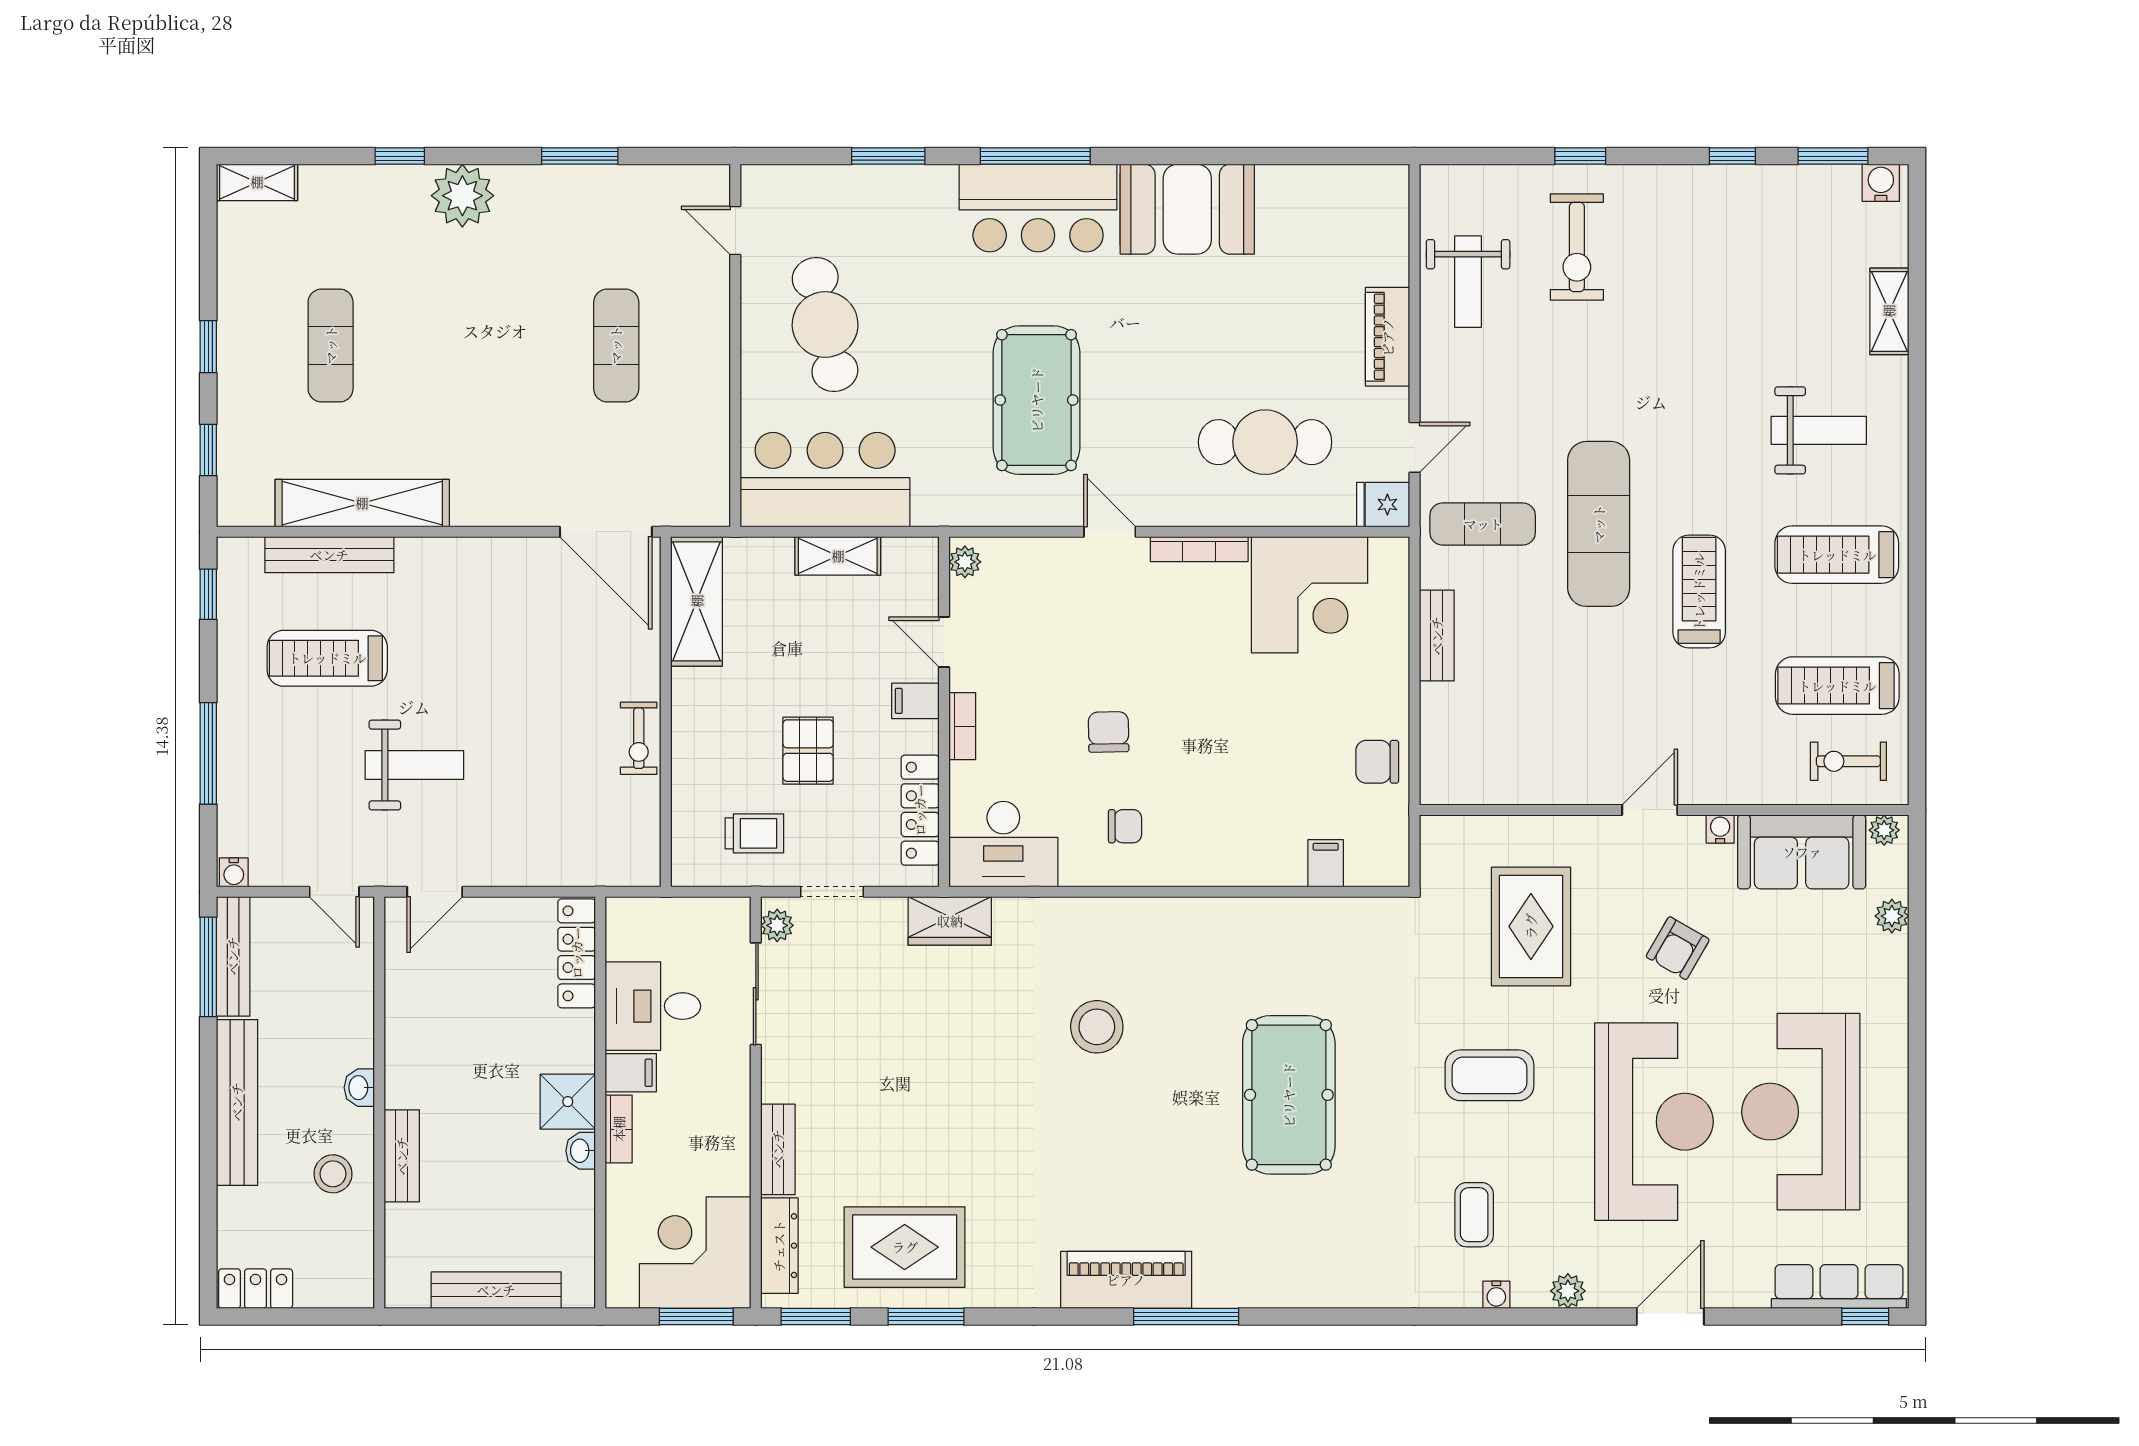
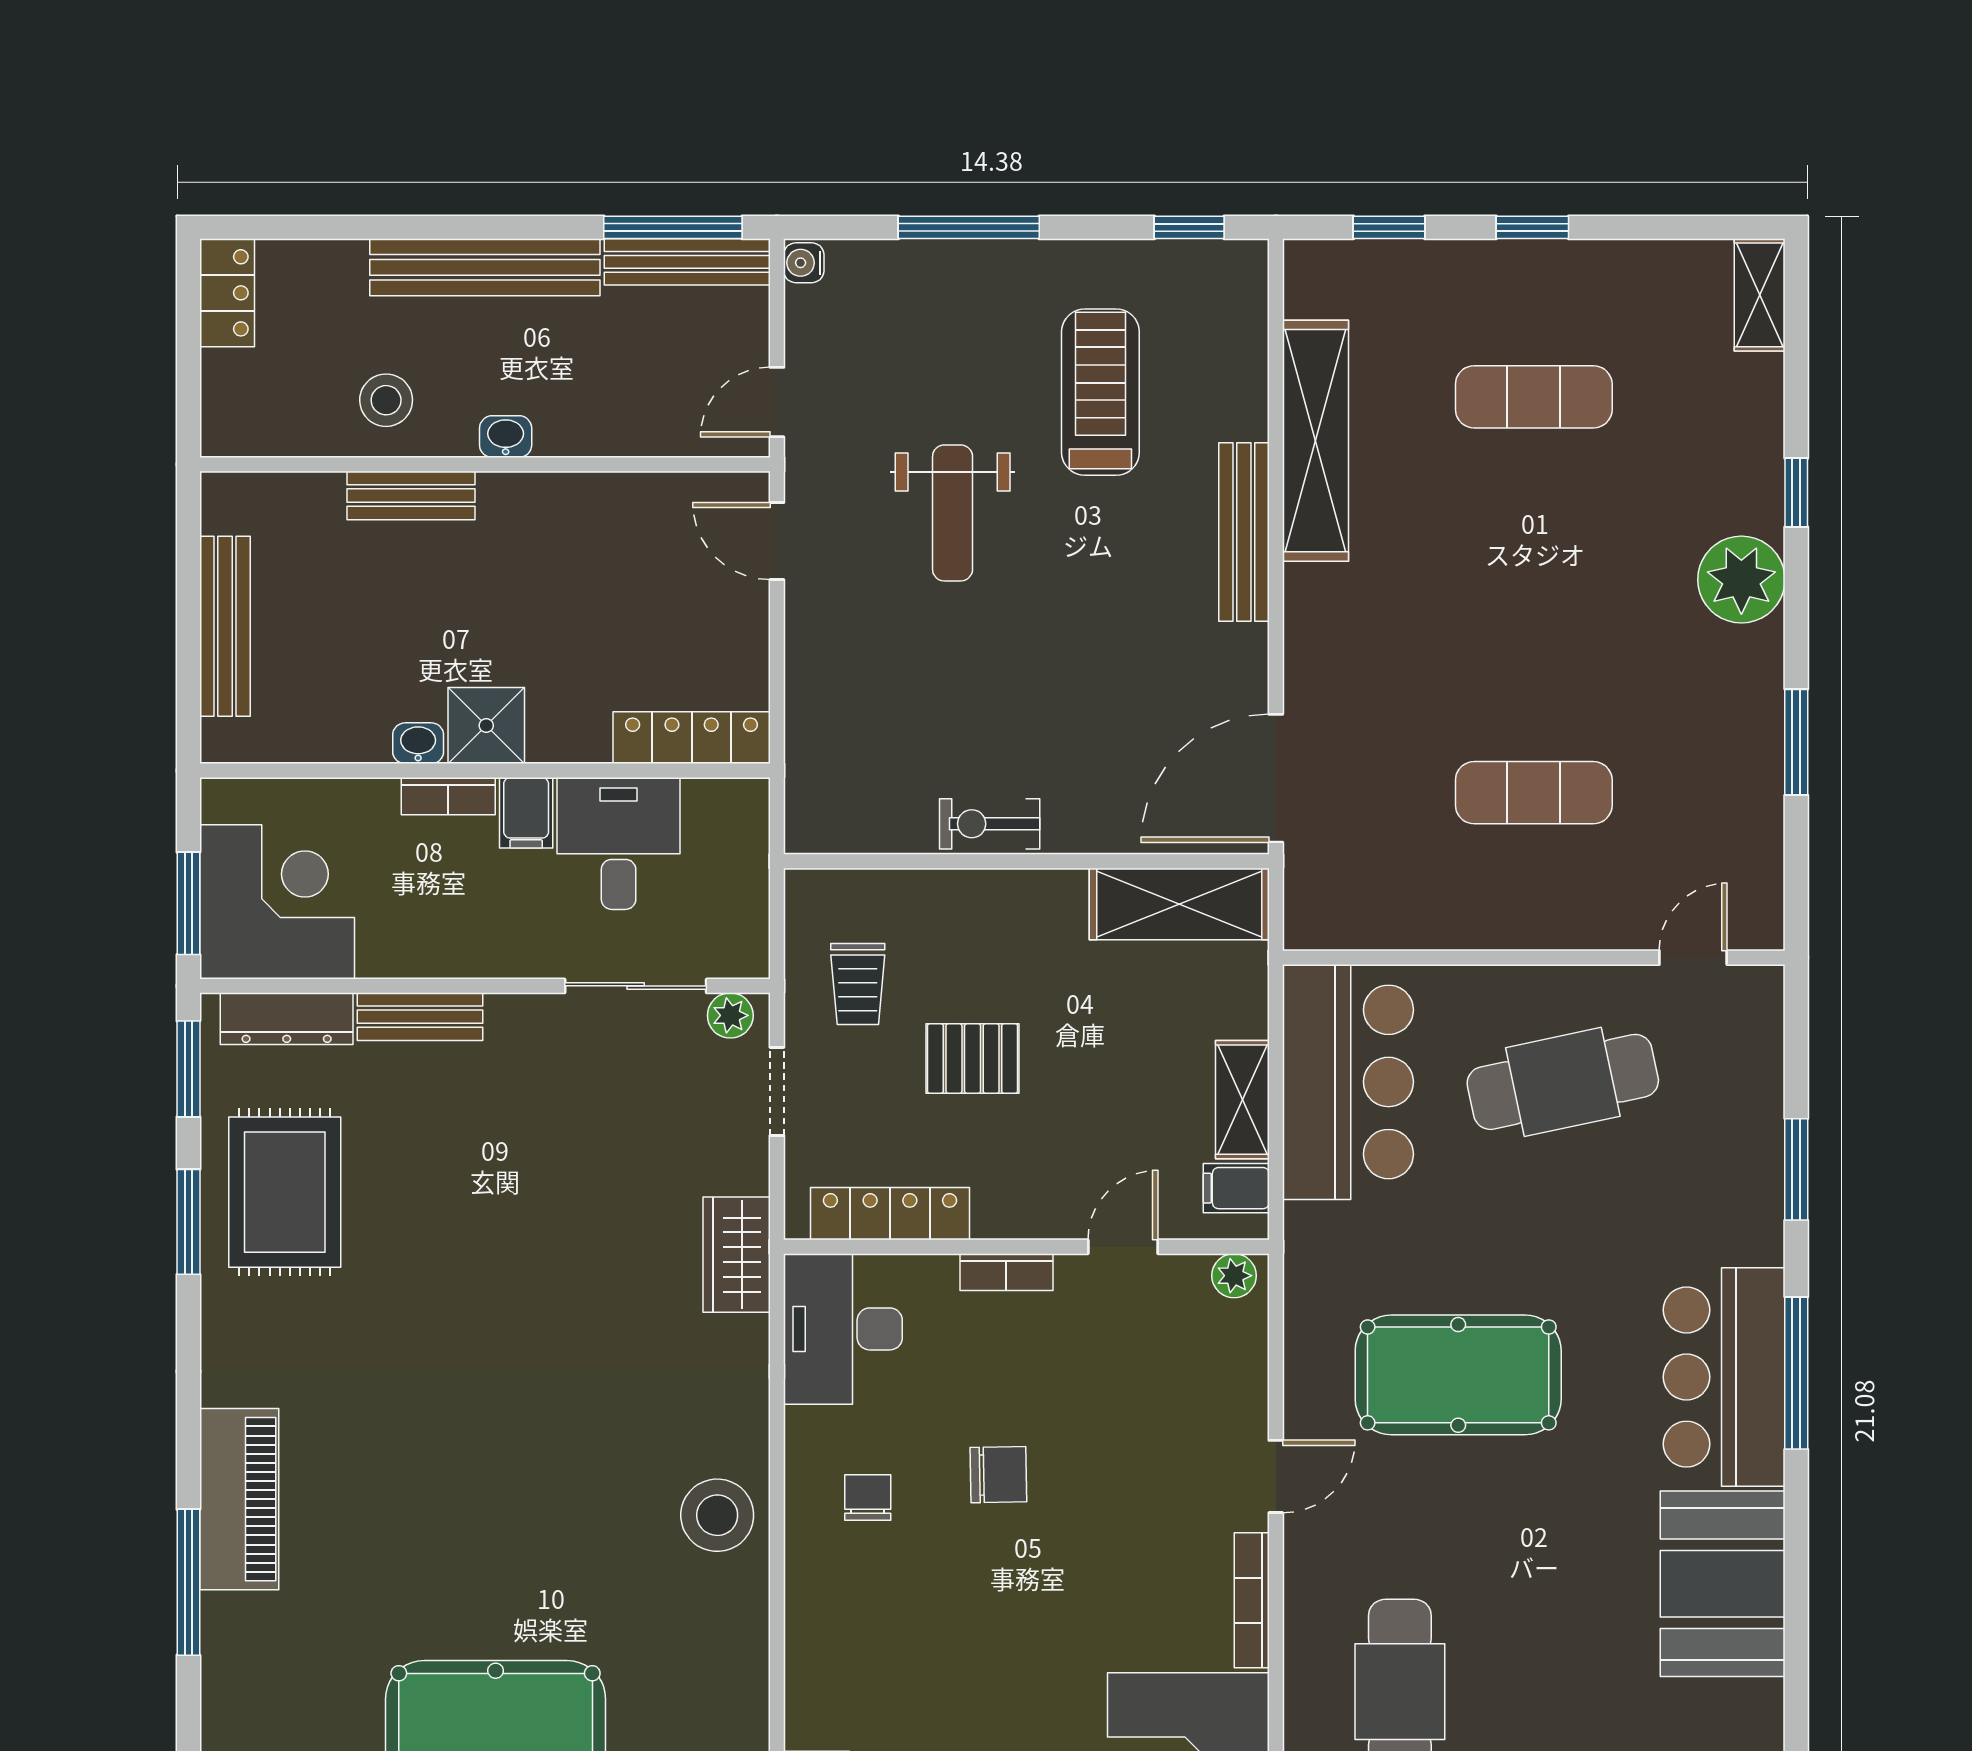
bench: (329, 555) -> (1244, 532), moved
filing cabinet: (915, 701) -> (1236, 1188), moved, turned -90
chair: (1125, 826) -> (868, 1497), turned 180
stool: (1097, 1027) -> (717, 1515), moved

